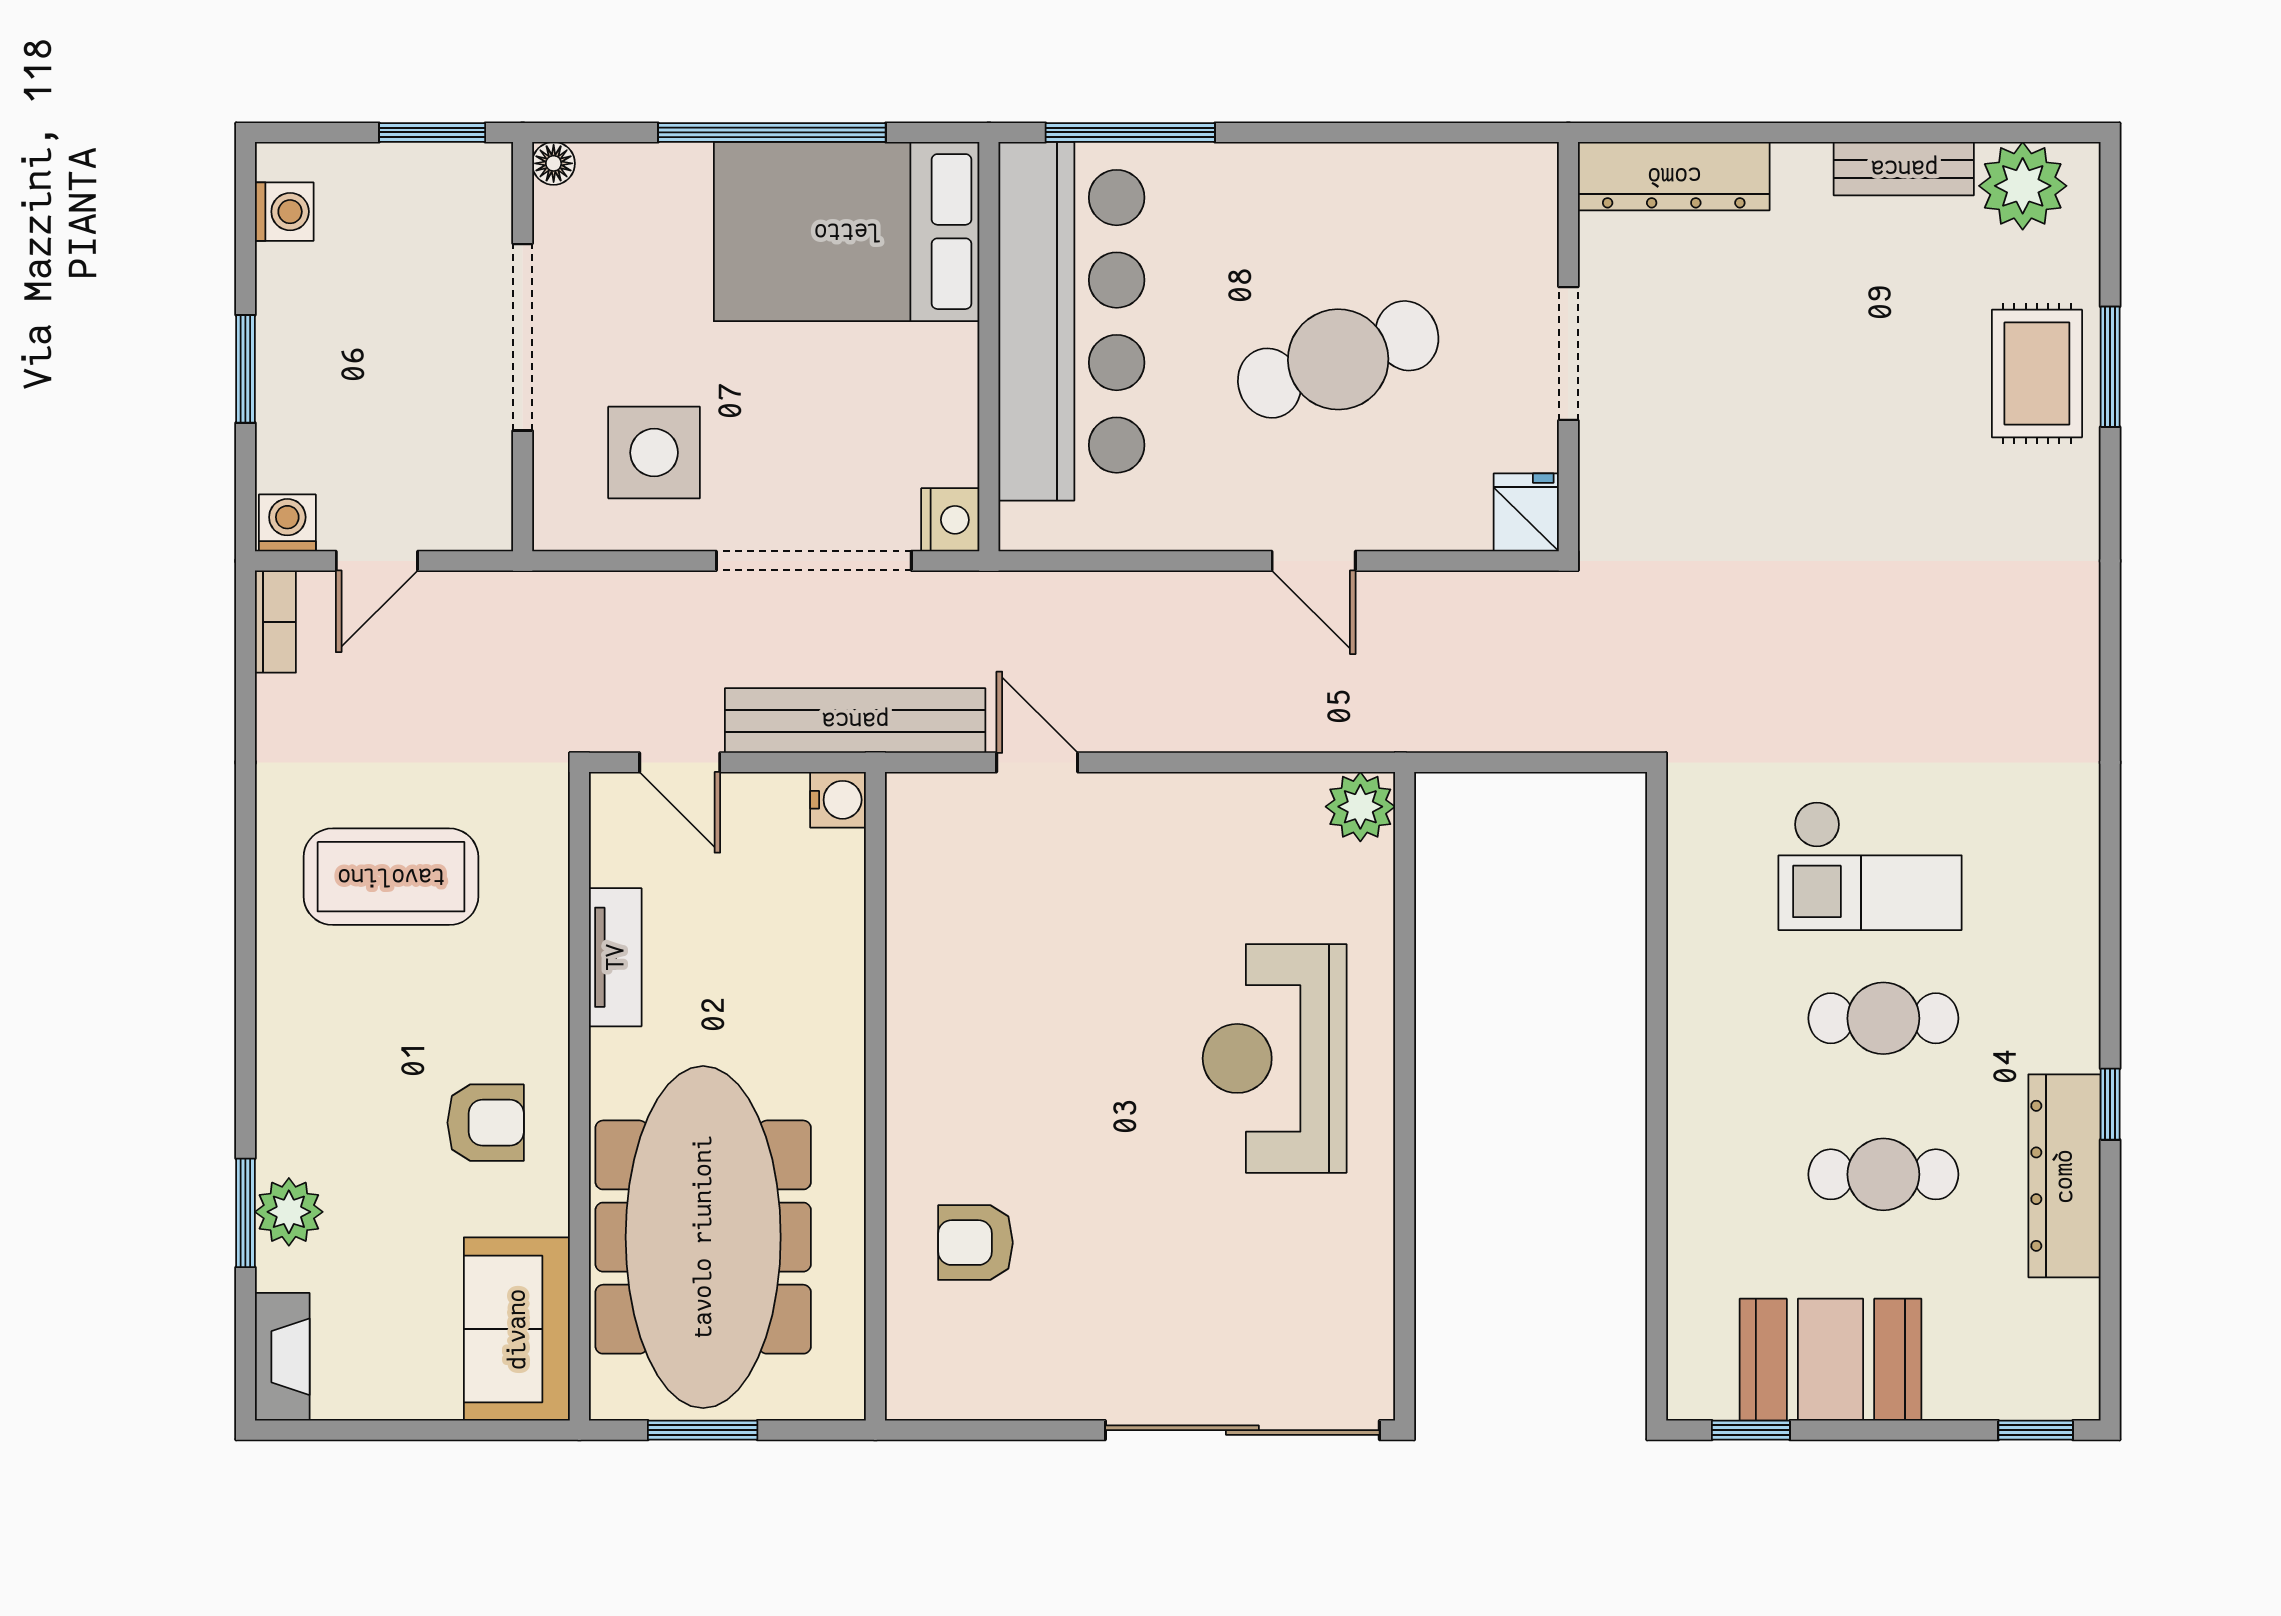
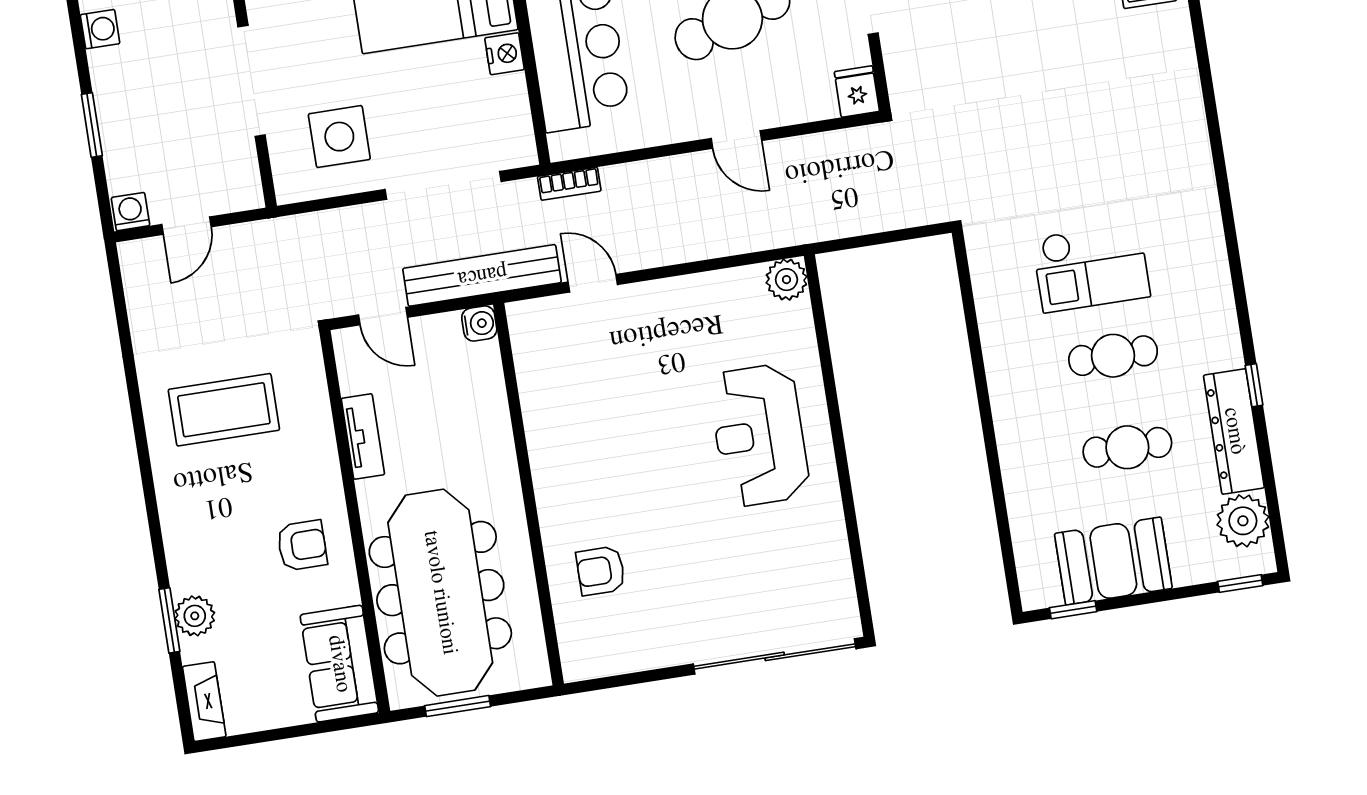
nightstand: (950, 520) -> (505, 54), moved
bookcase: (275, 622) -> (569, 184), moved, turned 90
plant: (2056, 1327) -> (1243, 521), added

